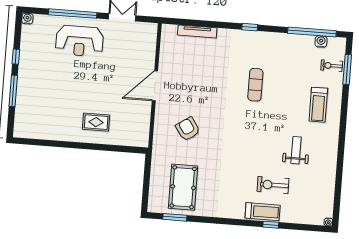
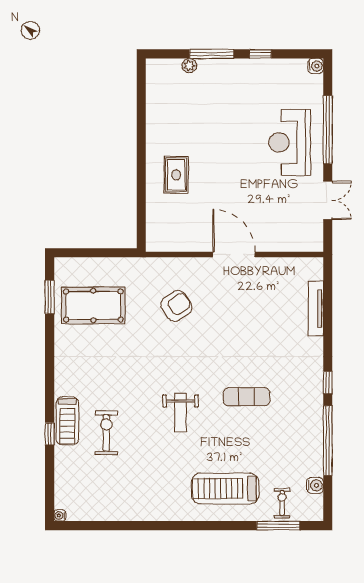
window: (312, 32) -> (328, 441), moved
treadmill: (318, 105) -> (225, 488), width x1.37, depth x1.38
plant: (20, 107) -> (189, 66), added
weight bench: (296, 150) -> (181, 413), moved, turned 90

